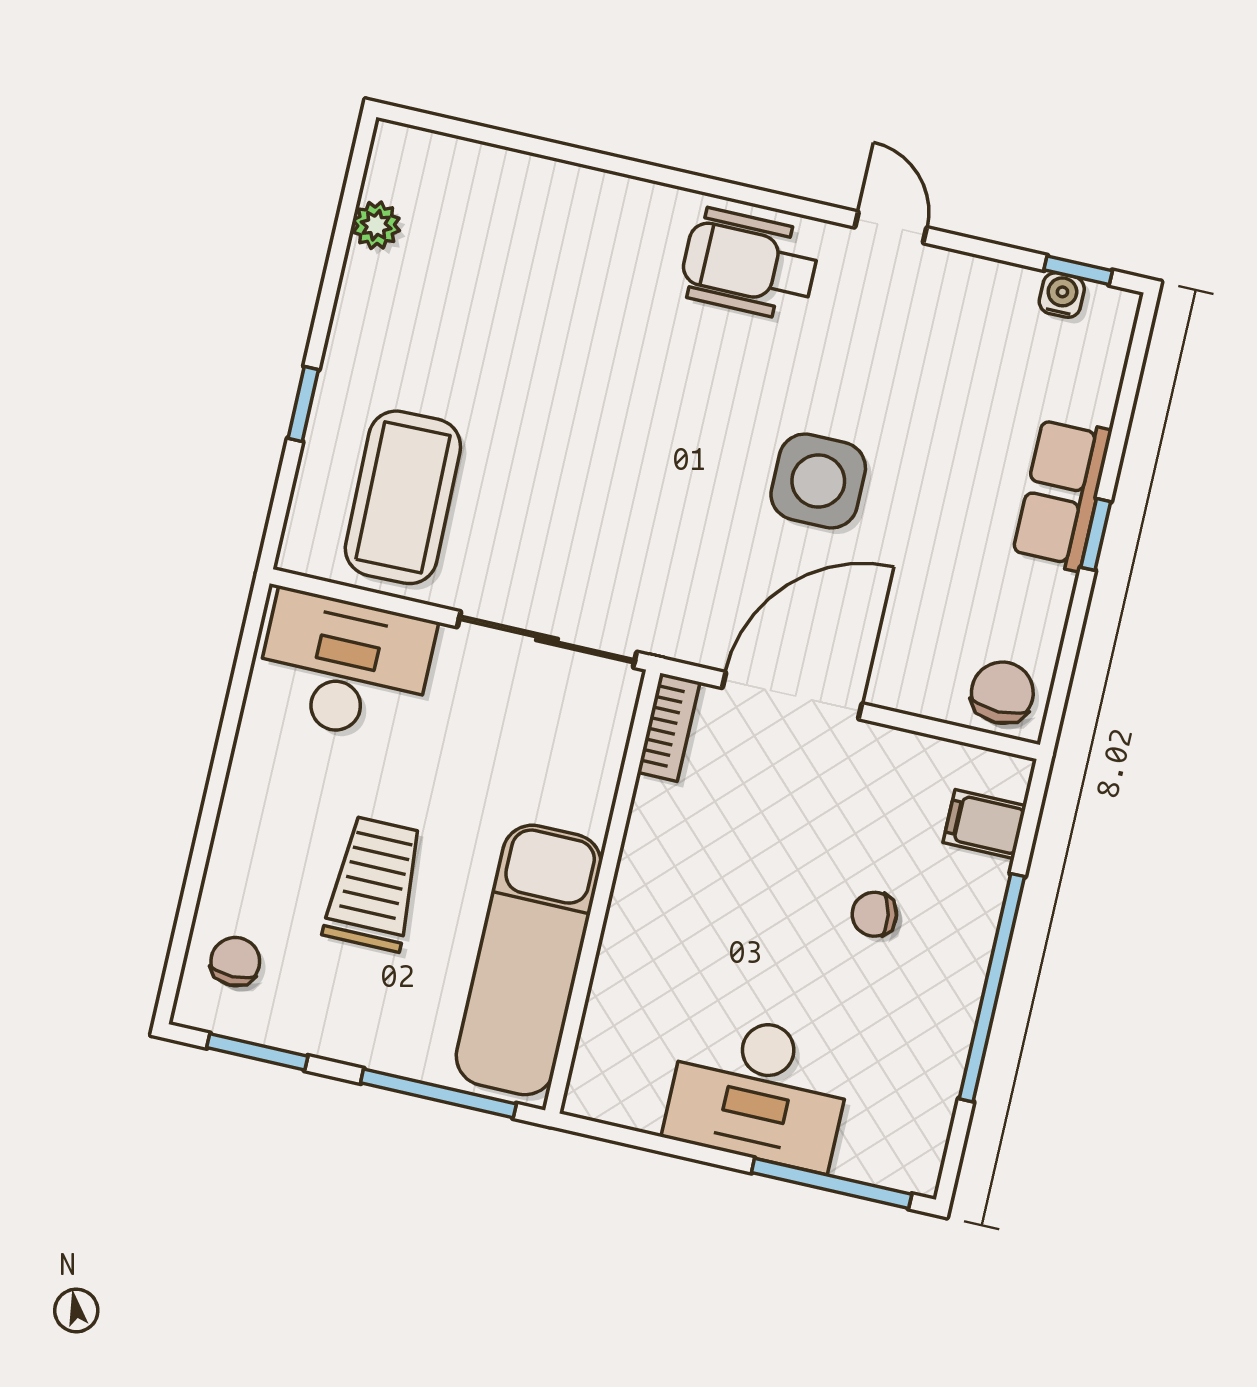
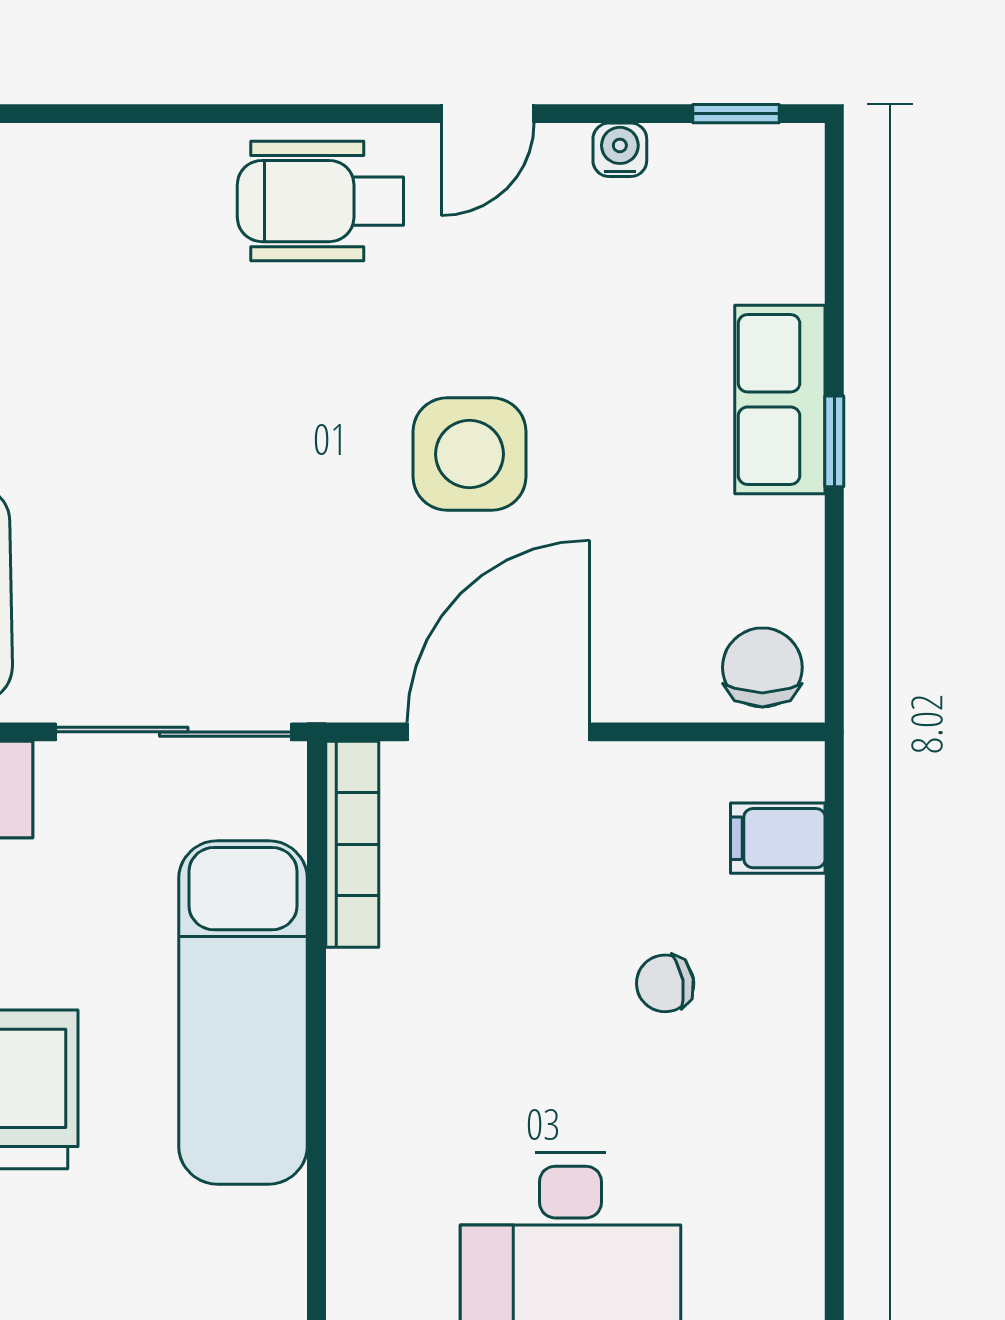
door: (891, 227) -> (488, 114), swing flipped
water cooler: (1062, 295) -> (620, 150), moved
bookcase: (669, 727) -> (352, 844), width x1.56
exam couch: (529, 960) -> (243, 1012), moved
window: (992, 988) -> (834, 1042), removed

